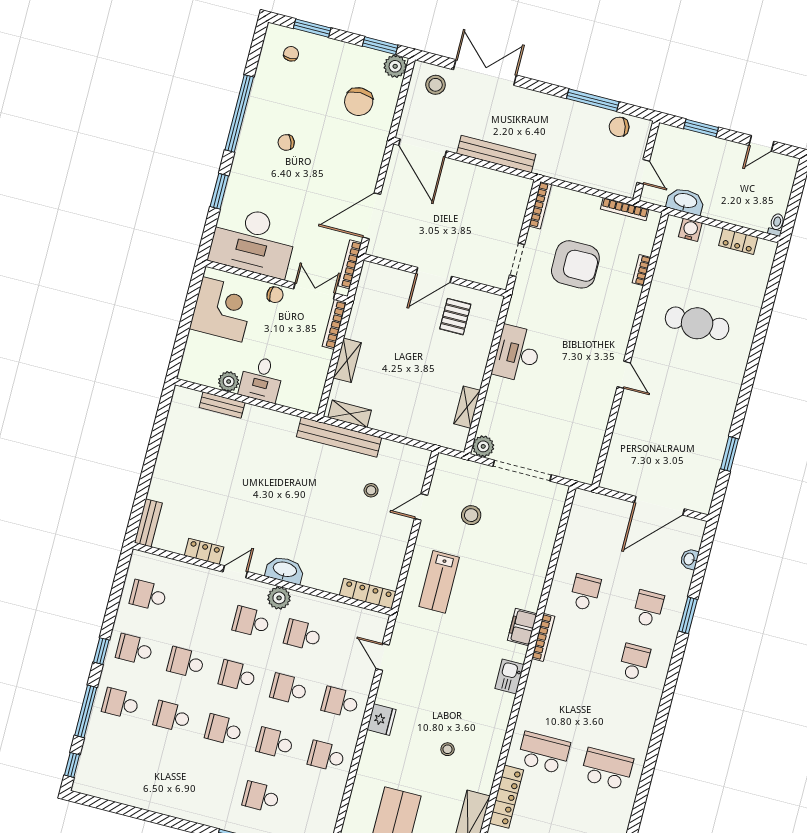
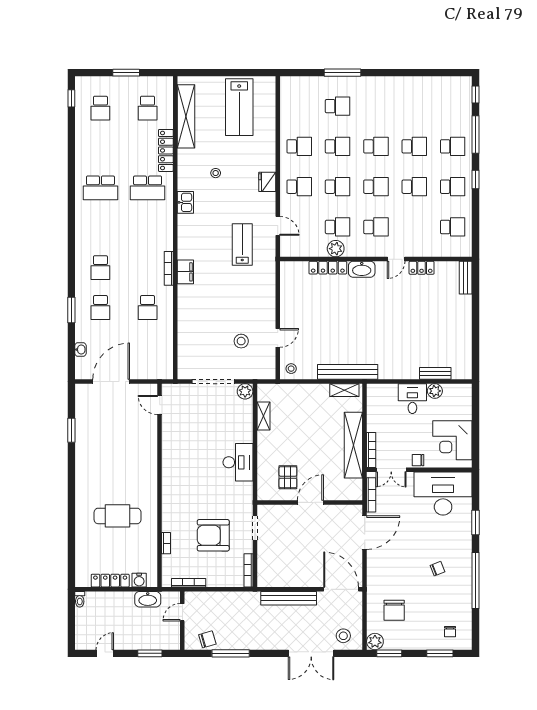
chair: (359, 102) -> (394, 610), turned 180
door: (643, 172) -> (182, 612), hinge flipped
locker: (738, 241) -> (110, 581), width x1.53
shelving: (347, 360) -> (353, 445), width x2.20, depth x1.33
door: (624, 375) -> (160, 405), moved
stool: (371, 490) -> (291, 369), moved
lab bench: (439, 582) -> (242, 245), moved
locker: (368, 594) -> (328, 268), moved
plant: (279, 598) -> (336, 249), moved
kitchen sink: (509, 676) -> (185, 202), moved

